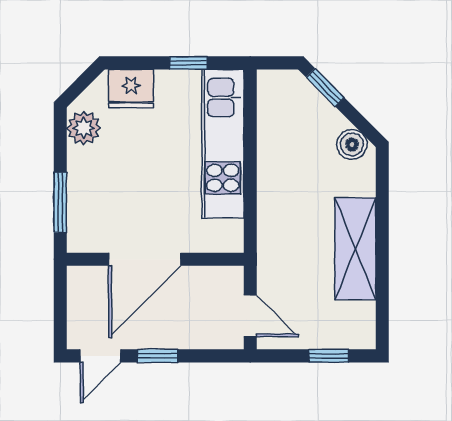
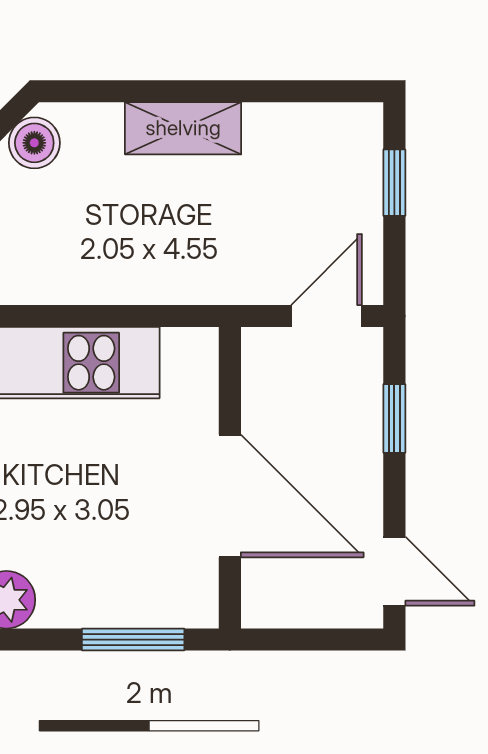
shelving: (355, 249) -> (183, 128), width x0.67, depth x0.75
window: (158, 356) -> (394, 418), moved

